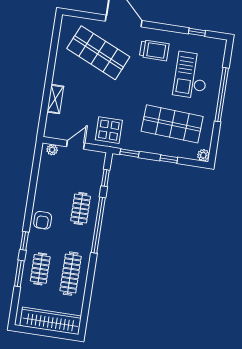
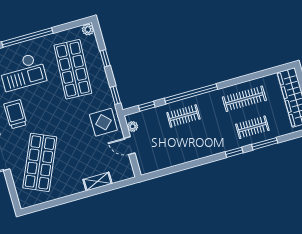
plant: (52, 150) -> (133, 126), moved
armchair: (43, 220) -> (209, 144), removed

